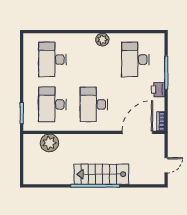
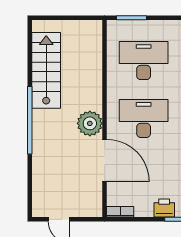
door: (137, 132) -> (105, 160), moved
plant: (49, 143) -> (90, 123), moved
stairs: (101, 174) -> (46, 70), moved

